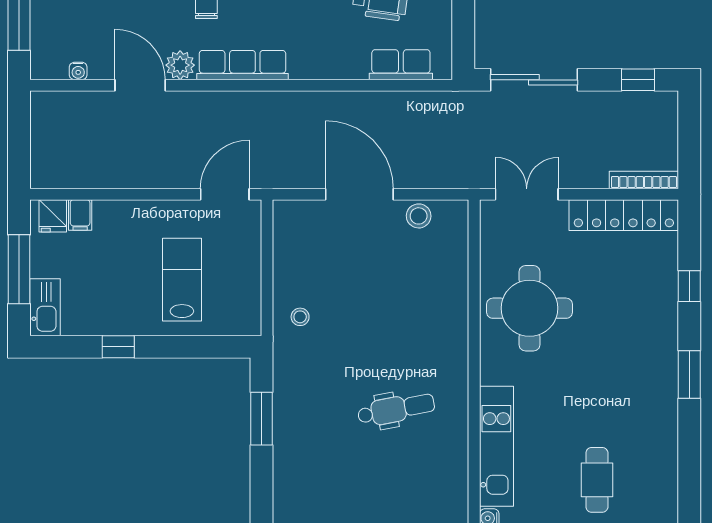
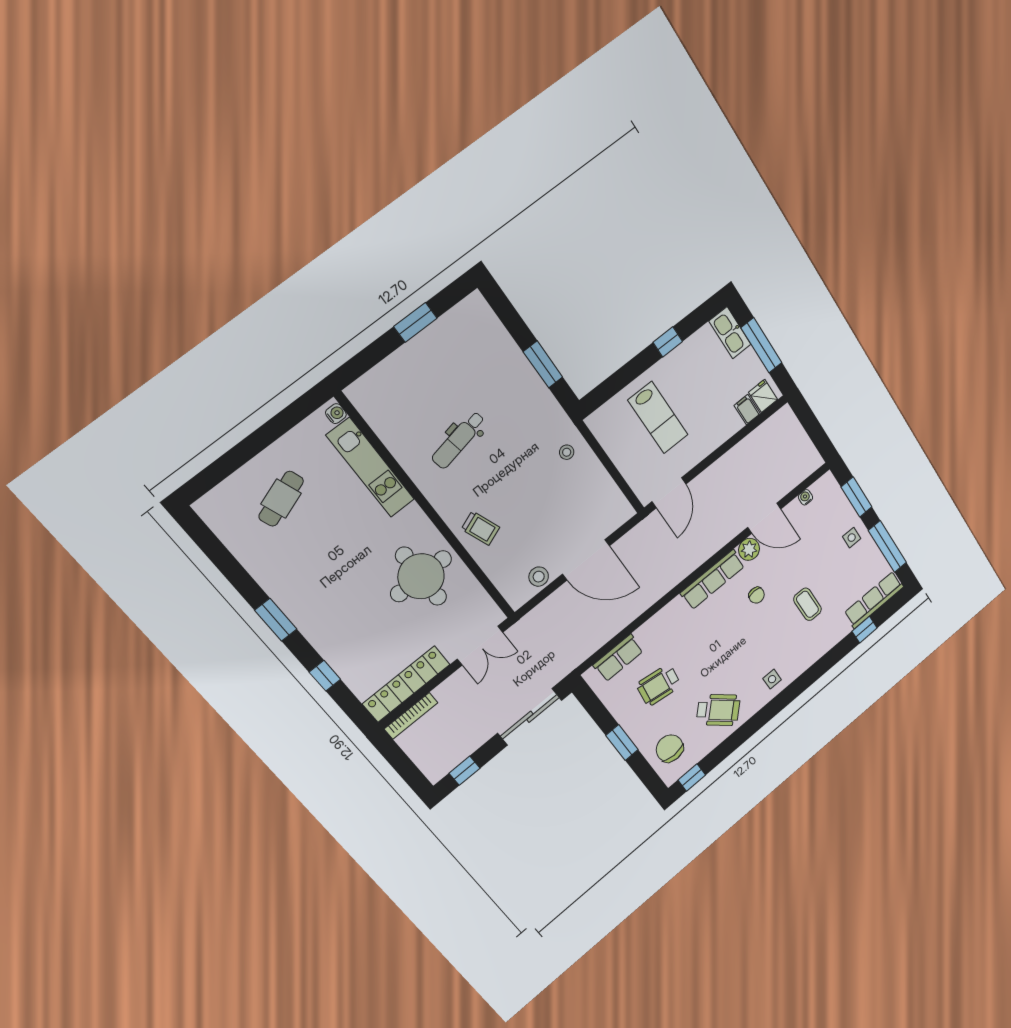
trolley: (439, 309) -> (480, 528), added
cafe table: (597, 480) -> (281, 499), turned 70

